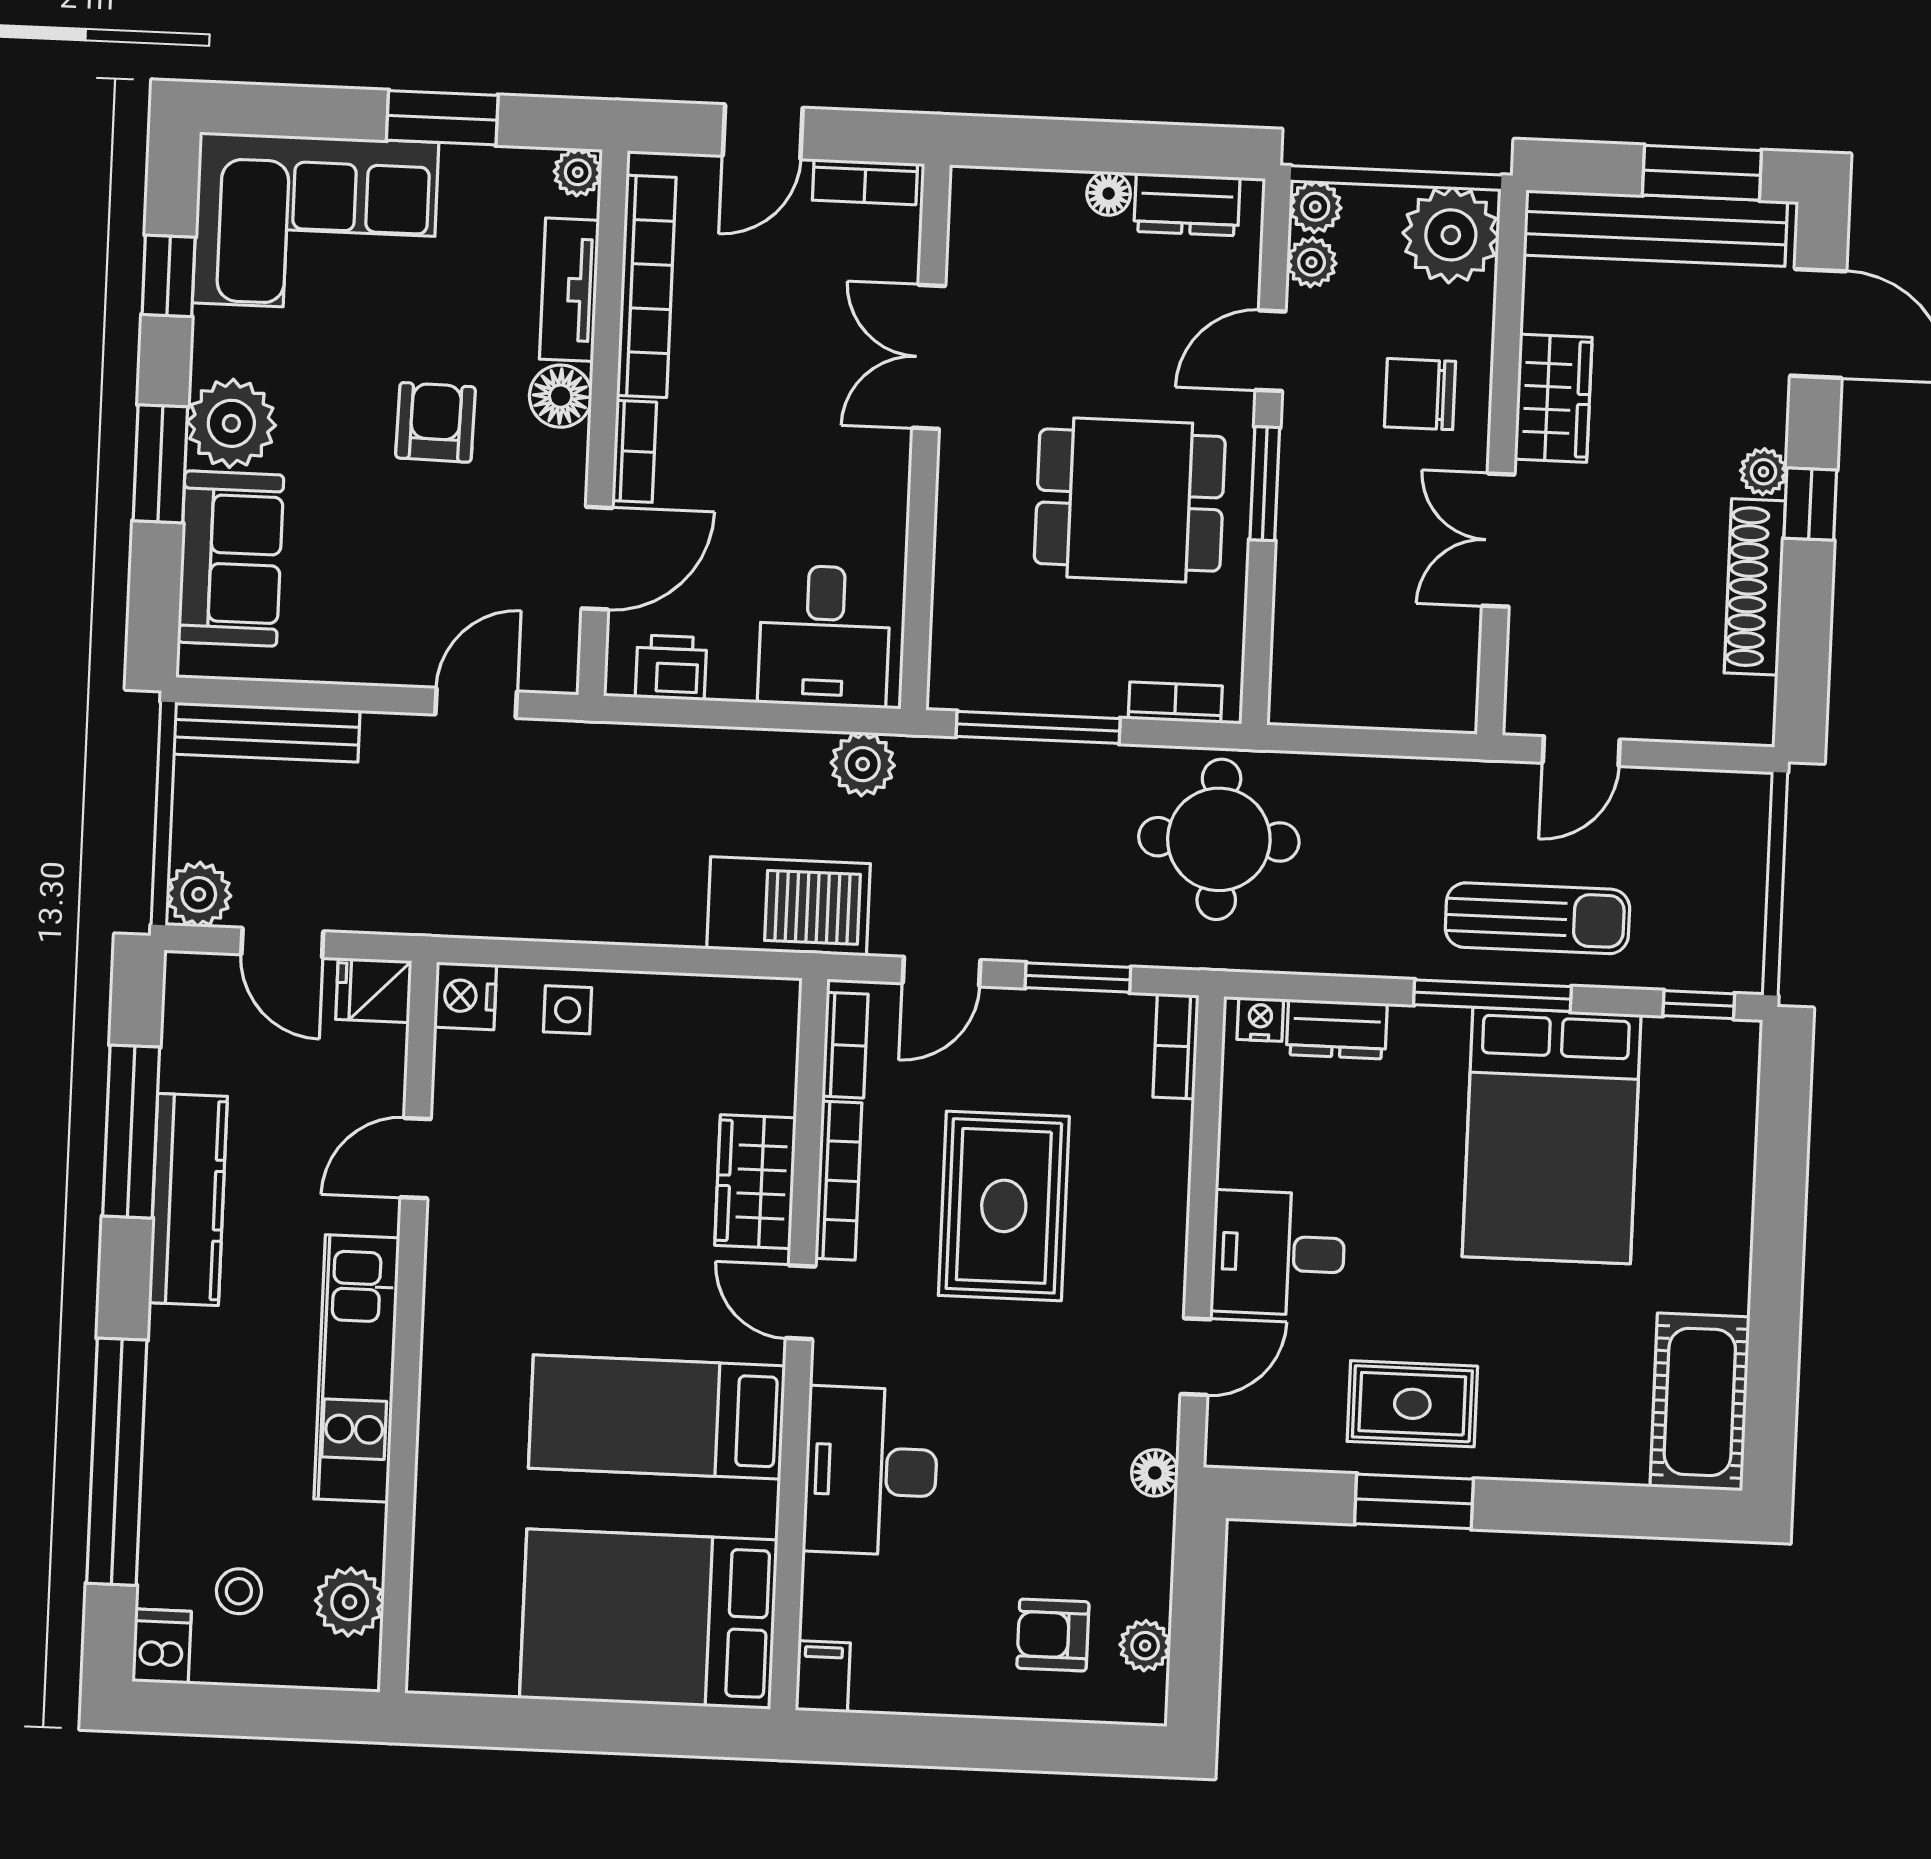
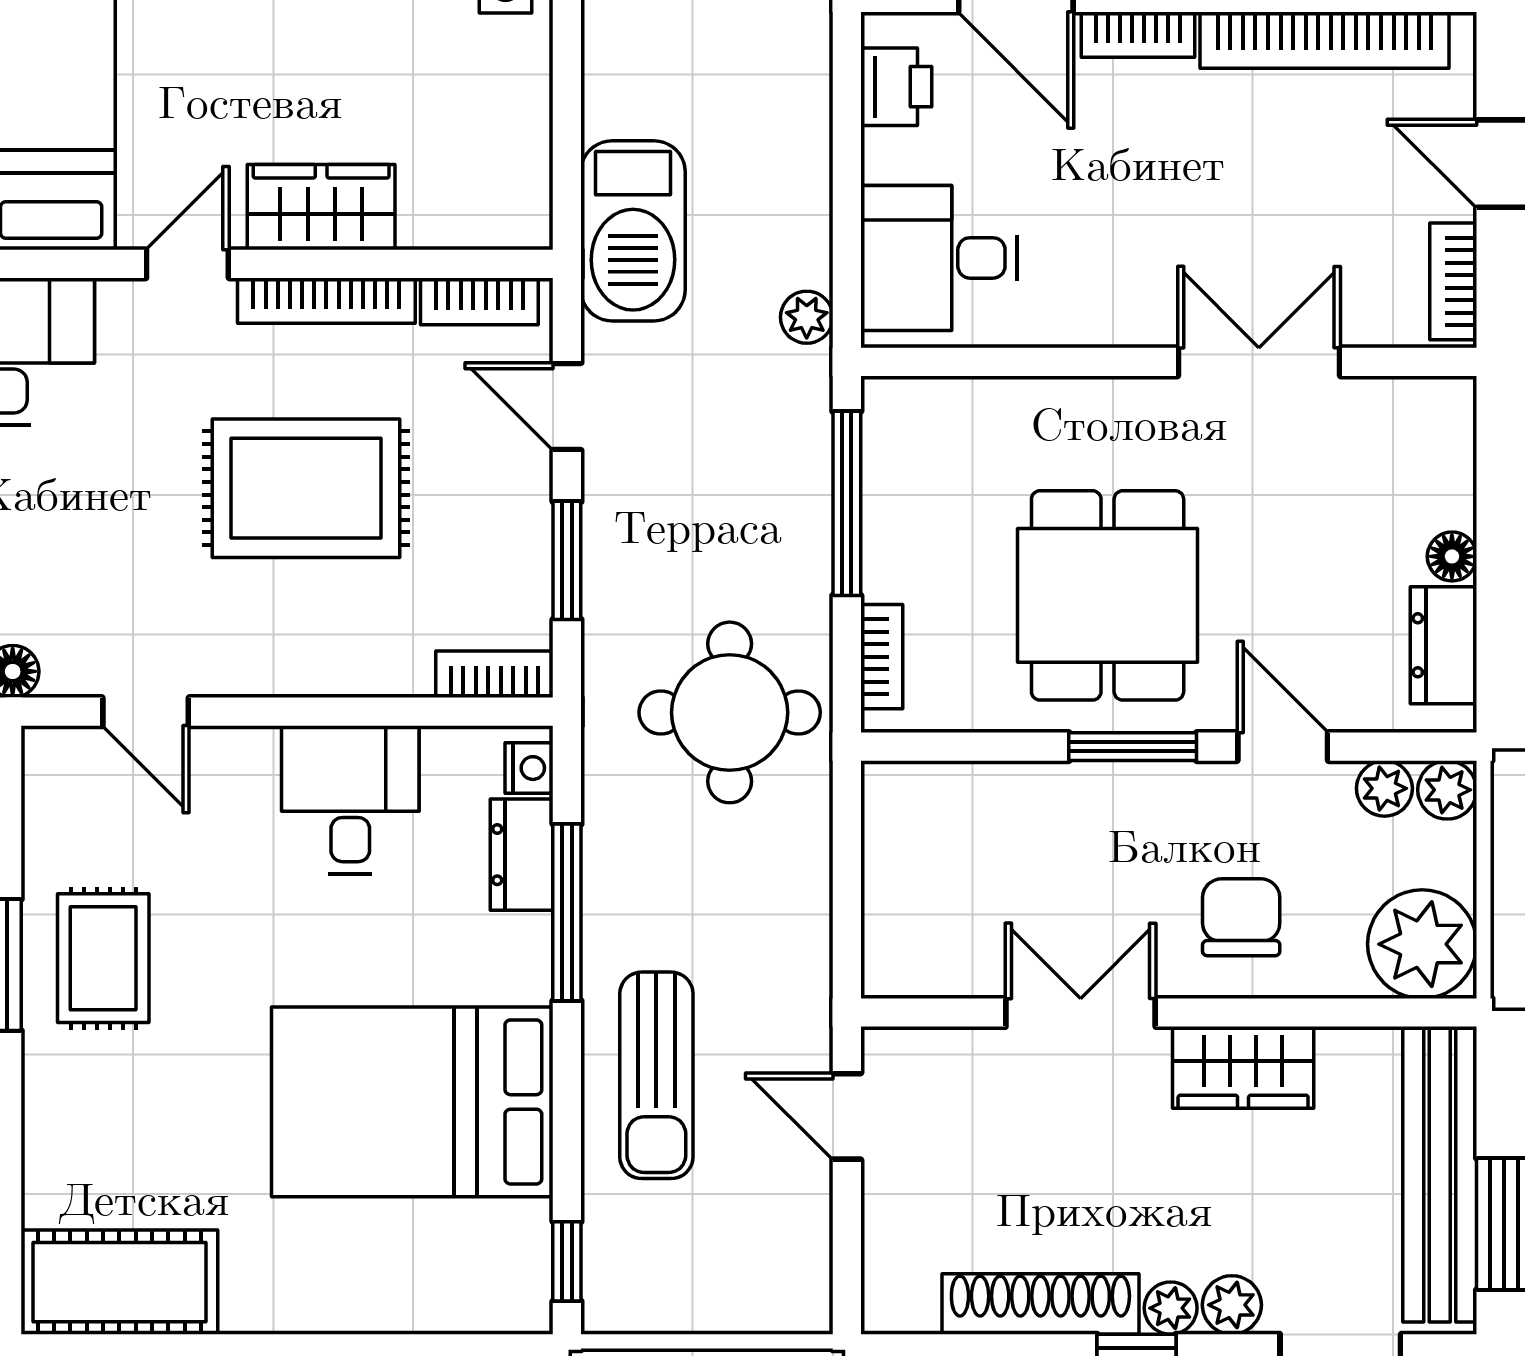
plant: (1763, 417) -> (1232, 1305), added
plant: (863, 764) -> (807, 317), width x0.73, depth x0.73
window: (1492, 996) -> (567, 912), moved
desk: (1278, 1253) -> (350, 800), moved

